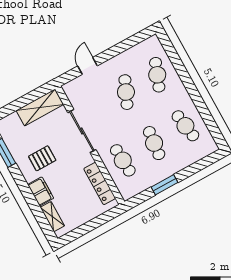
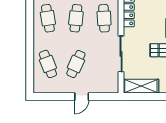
door: (87, 66) -> (82, 97), moved
cafe table: (157, 75) -> (48, 64), turned -42

